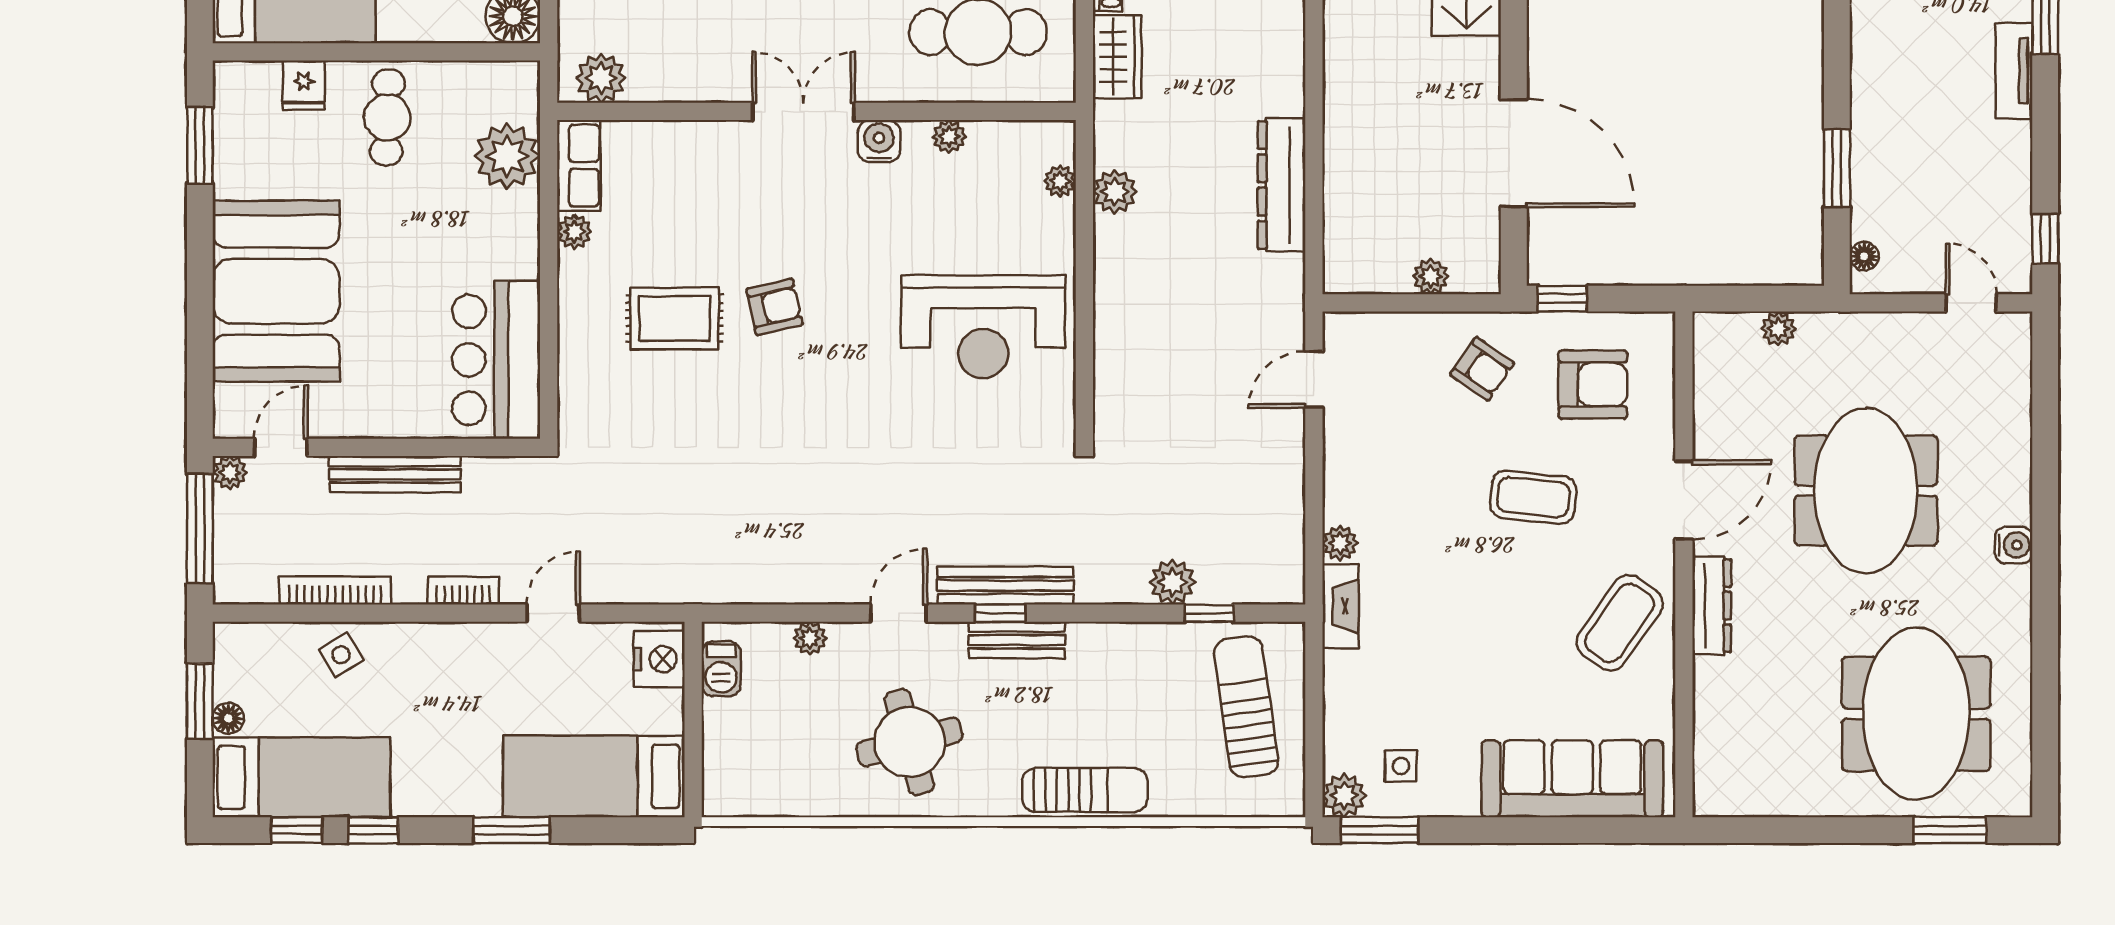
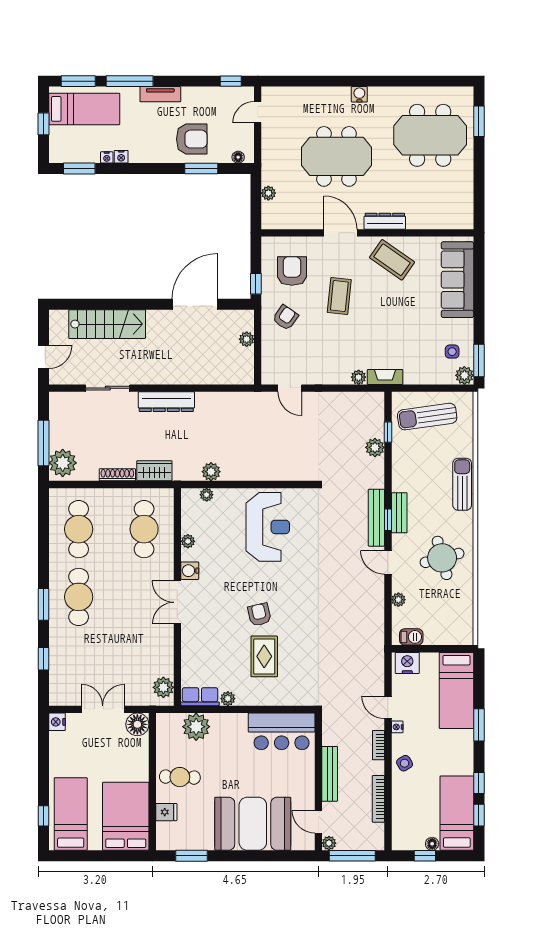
armchair: (1907, 146) -> (192, 139), added
dresser: (1282, 185) -> (166, 402), moved
nightstand: (507, 635) -> (397, 727), added
side table: (341, 655) -> (405, 763), moved
window: (200, 701) -> (425, 856), width x0.67

